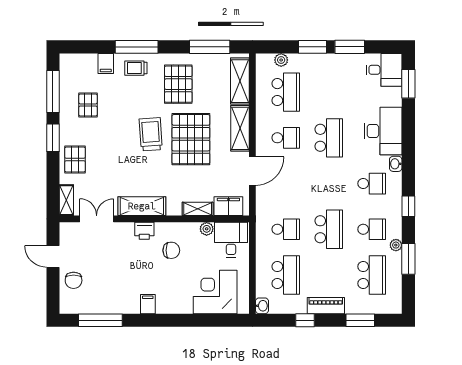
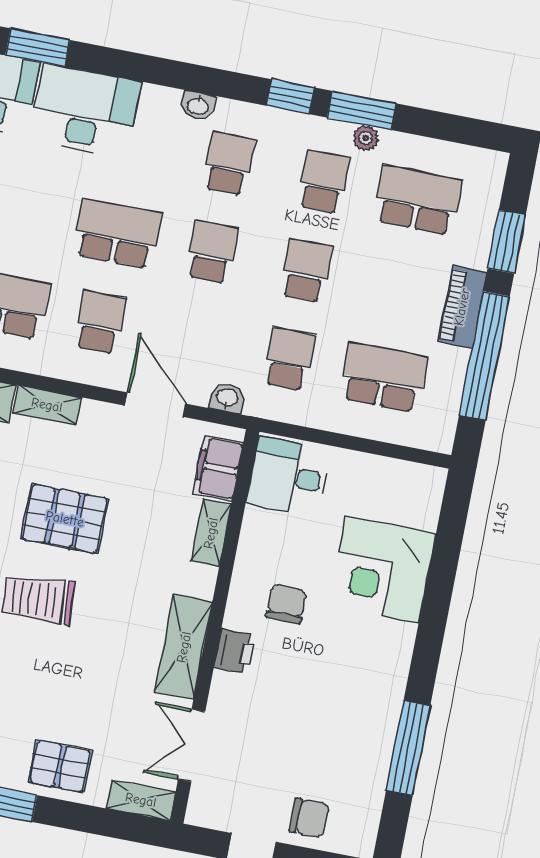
shelving: (240, 128) -> (47, 405), width x0.67, depth x0.75
desk: (383, 131) -> (85, 111), moved
pallet: (191, 139) -> (65, 519), width x0.73, depth x0.71
school desk: (329, 184) -> (212, 252), added
plant: (207, 229) -> (256, 522), removed
school desk: (329, 229) -> (306, 270), width x0.54
window: (408, 259) -> (362, 110), moved
corner desk: (215, 292) -> (382, 570), moved
filing cabinet: (148, 304) -> (388, 674), removed
washbasin: (262, 306) -> (227, 398), moved
window: (100, 320) -> (408, 748), moved
window: (305, 320) -> (484, 356), width x3.17

